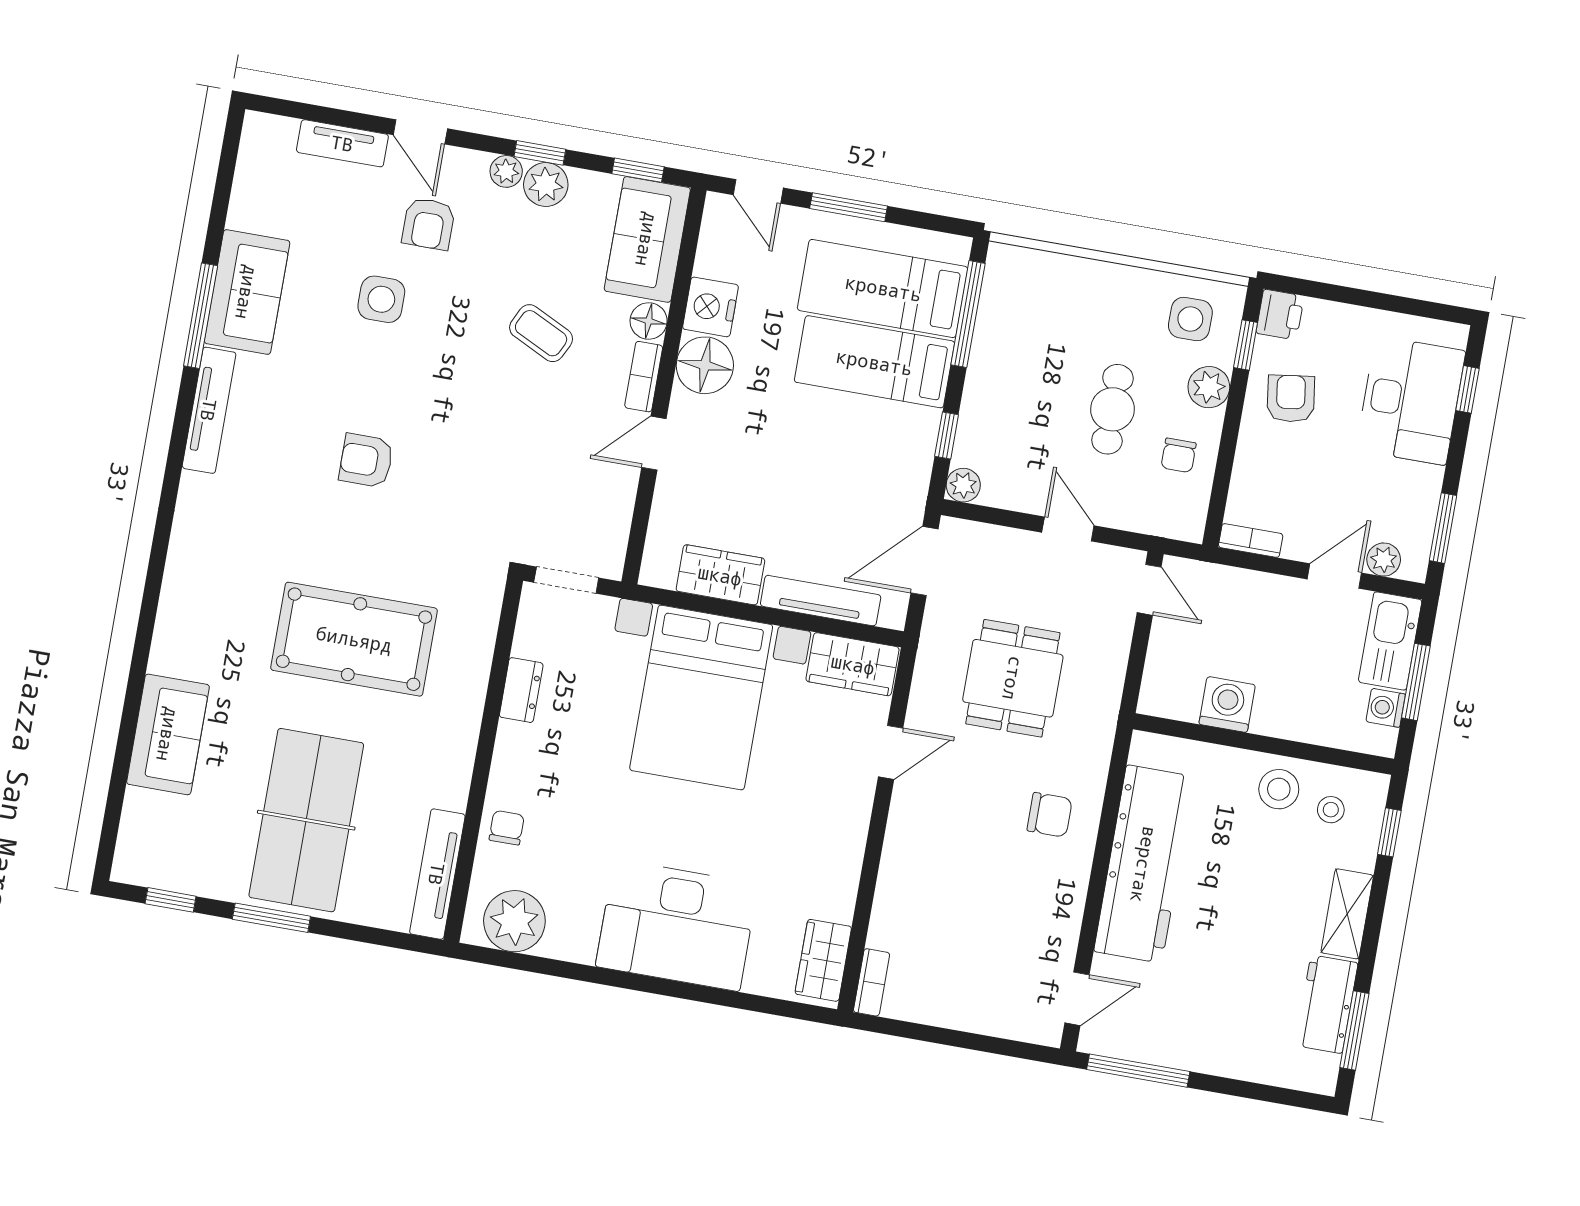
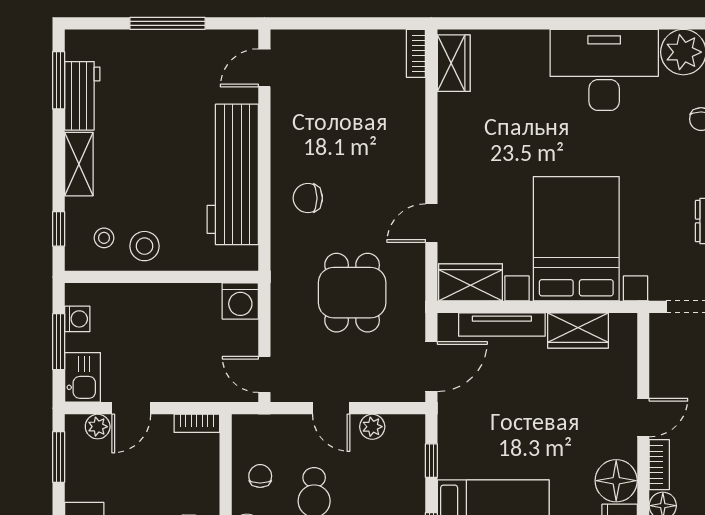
plant: (963, 485) -> (372, 427), moved
kitchen sink: (1390, 641) -> (83, 377), width x0.73
washing machine: (1227, 705) -> (240, 301), moved
desk: (677, 925) -> (604, 70), moved
window: (1138, 1071) -> (167, 23), moved

